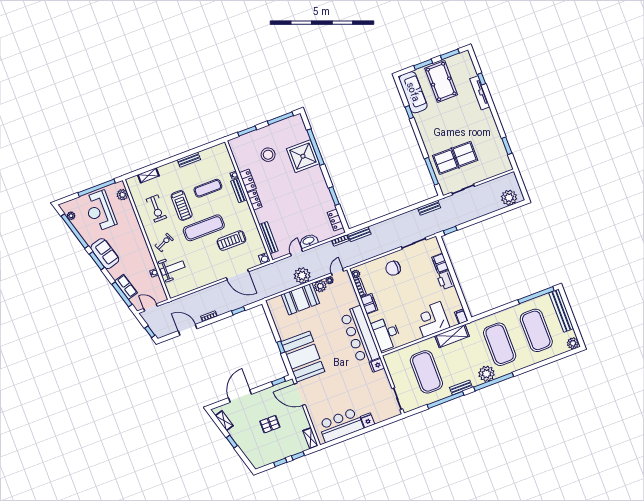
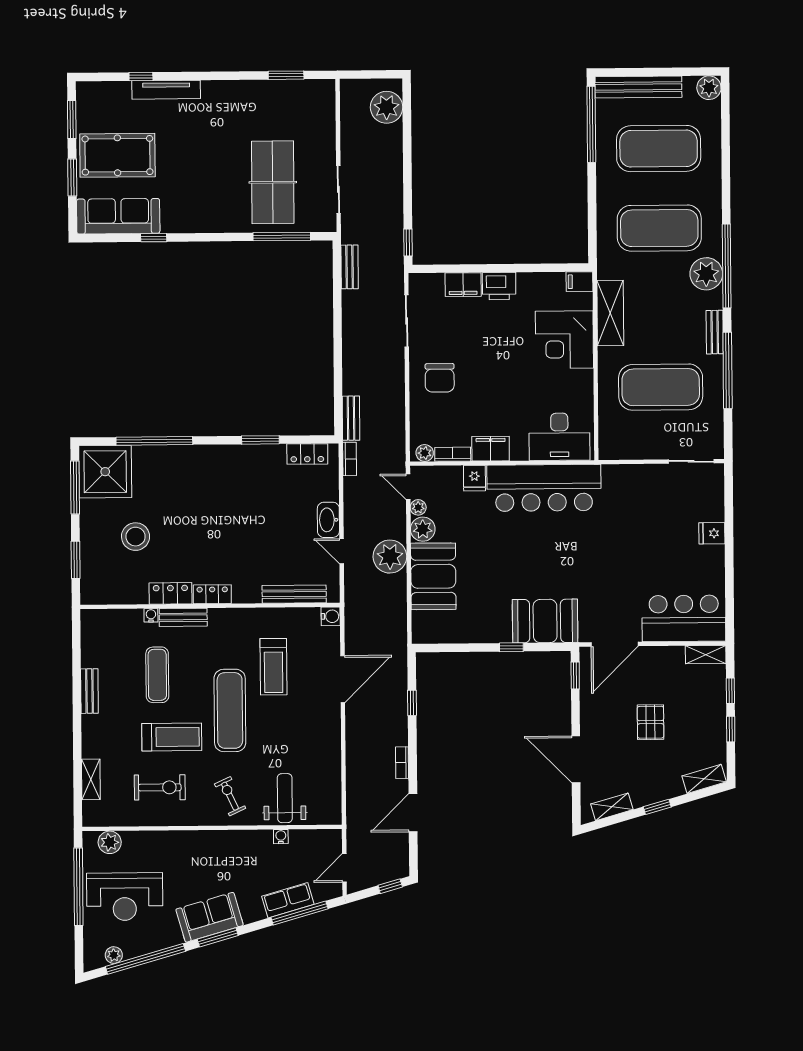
shower: (303, 156) -> (105, 472), moved
booth: (303, 357) -> (545, 621), width x0.73, depth x0.70
fridge: (377, 365) -> (474, 478), moved
bar counter: (341, 425) -> (684, 618), moved, turned 90
shelving: (253, 459) -> (704, 779), added

